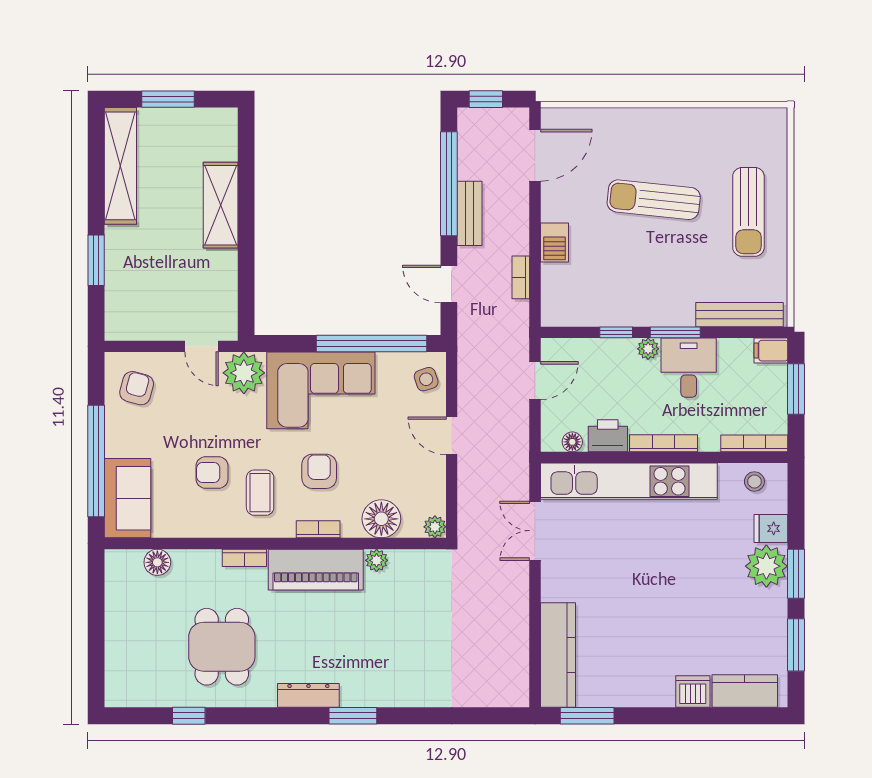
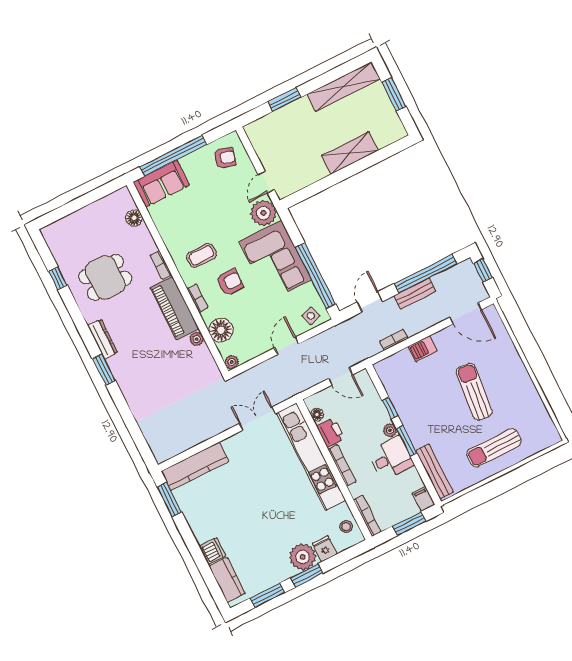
armchair: (212, 472) -> (199, 223), removed

